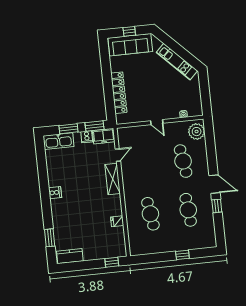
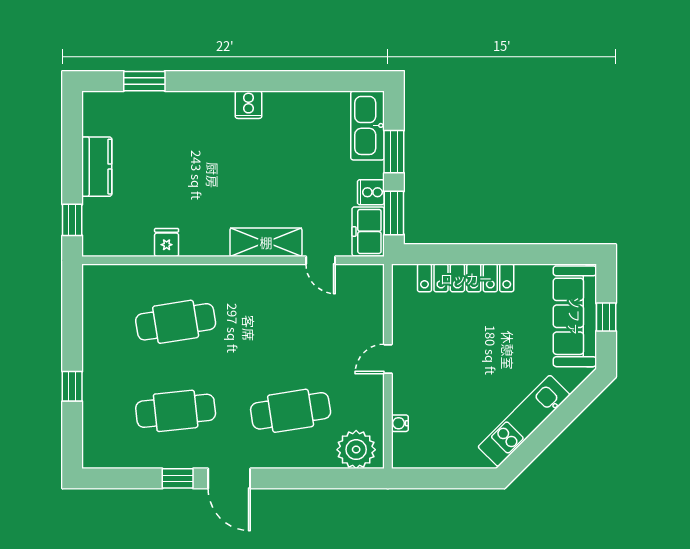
door: (214, 184) -> (229, 478), hinge flipped
kitchen counter: (70, 256) -> (97, 167), moved

